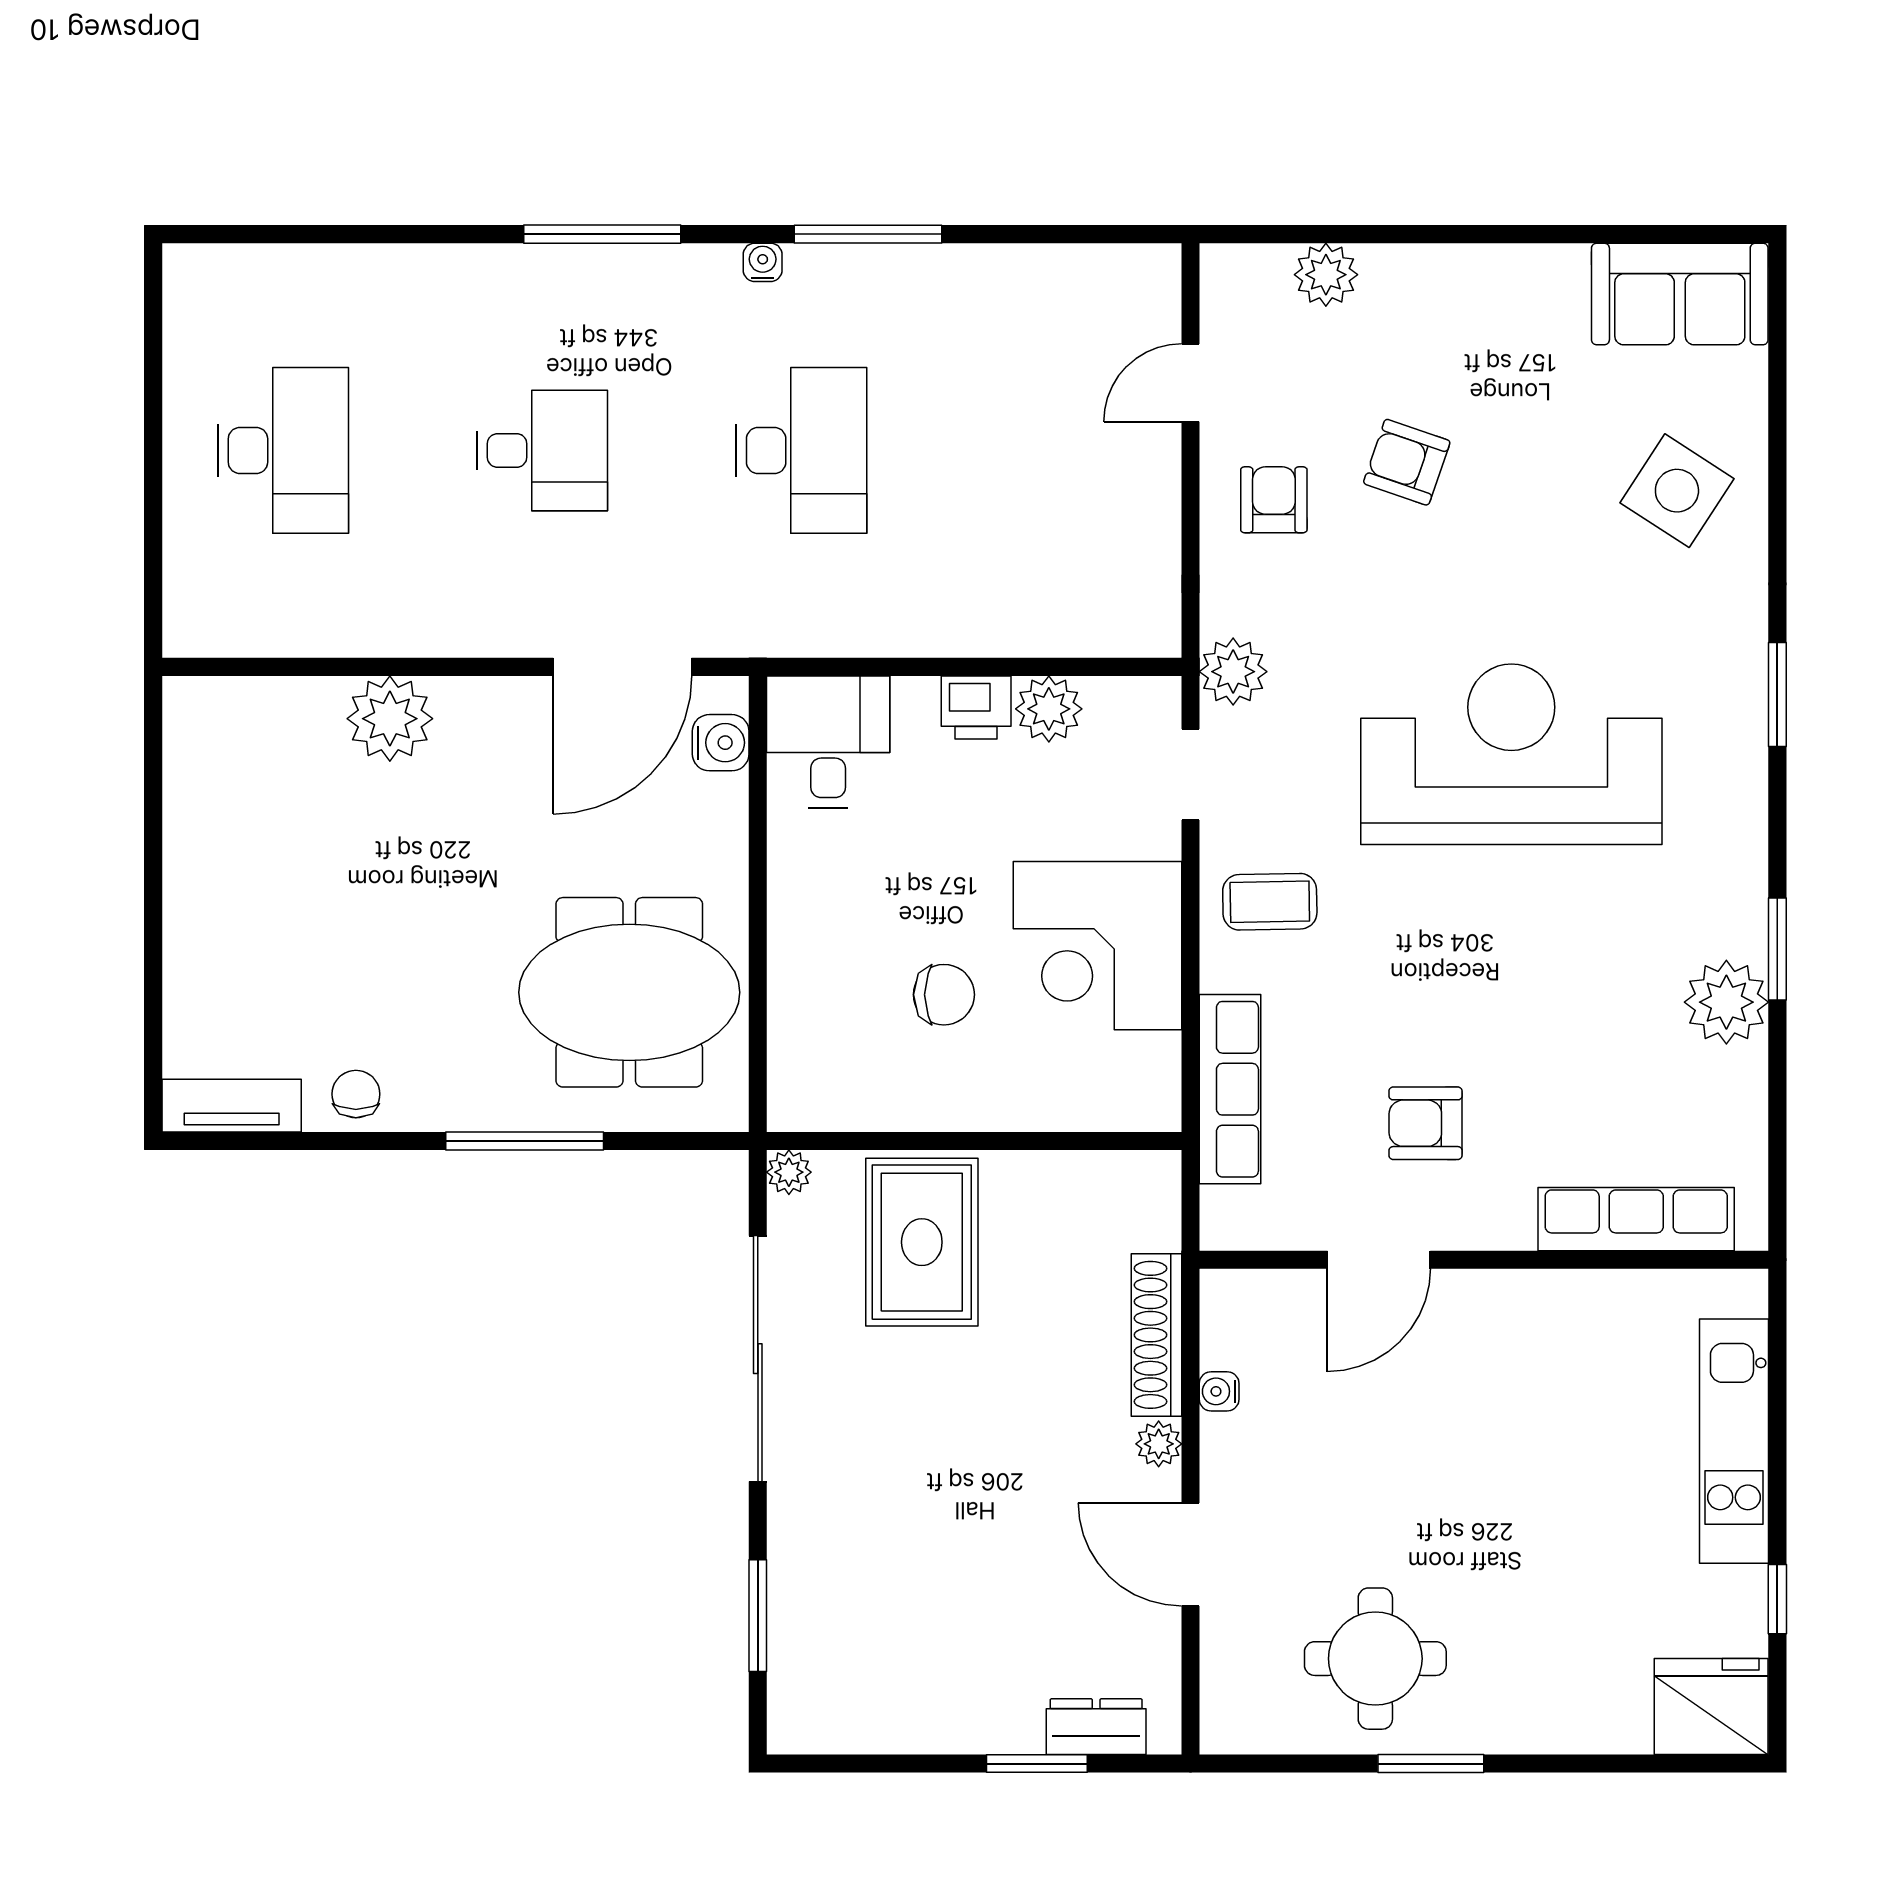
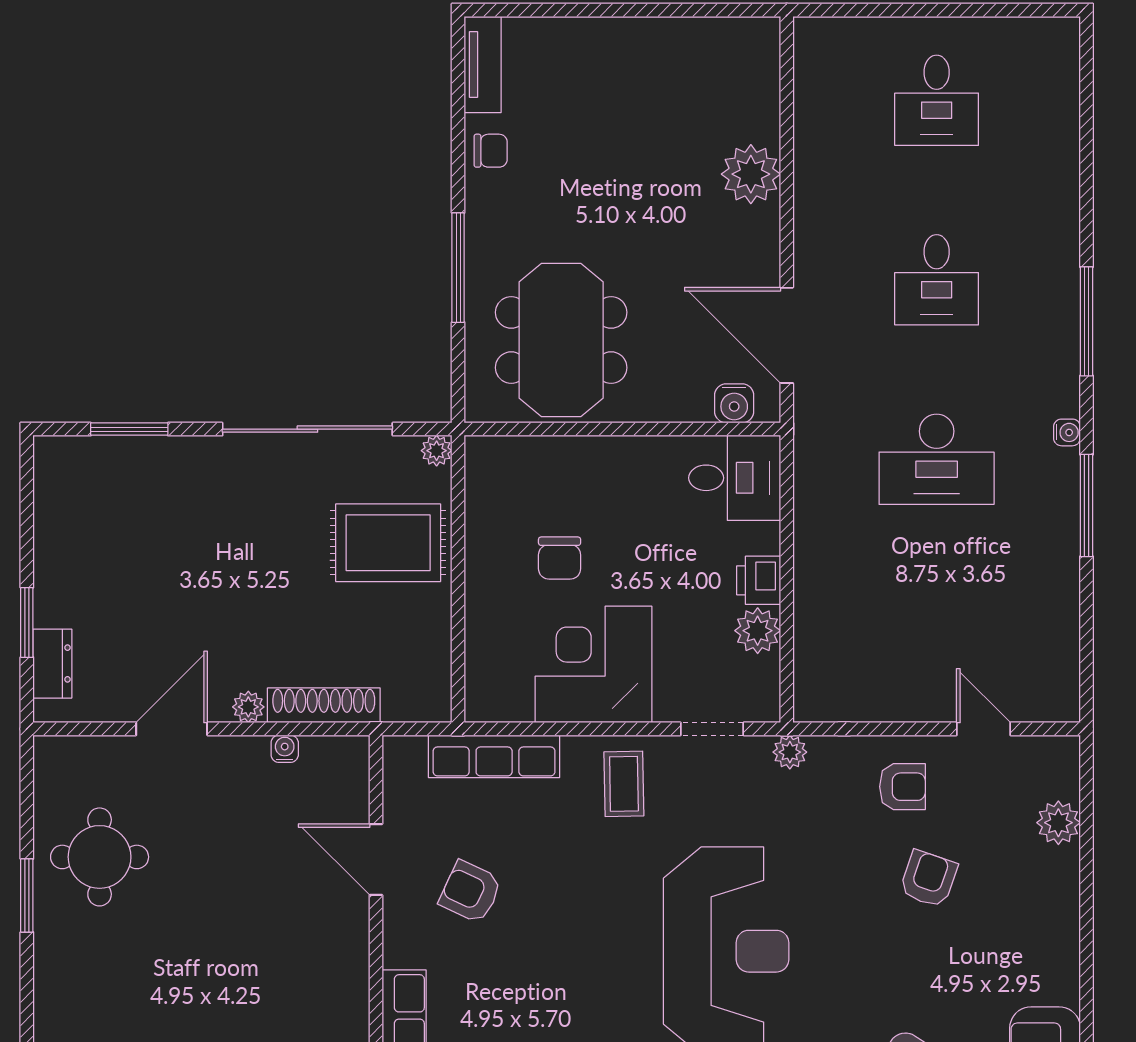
desk: (283, 450) -> (937, 100), width x0.73
plant: (1233, 672) -> (790, 752), width x0.73, depth x0.73
armchair: (1425, 1123) -> (470, 892), turned -65

